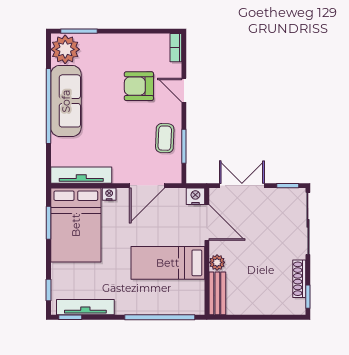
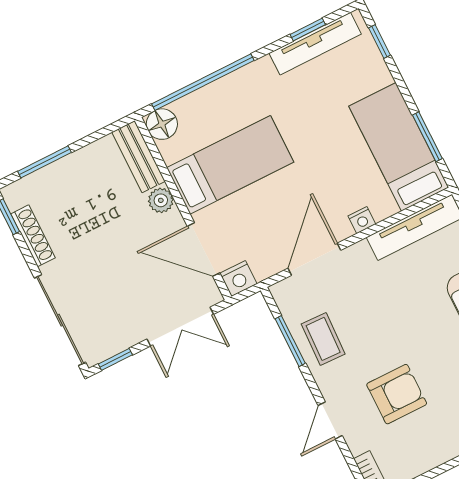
door: (184, 90) -> (330, 420), swing flipped
bed: (76, 225) -> (399, 147), width x0.67
floor lamp: (195, 305) -> (162, 124), added
window: (70, 317) -> (308, 29), moved
window: (272, 317) -> (44, 162), added

